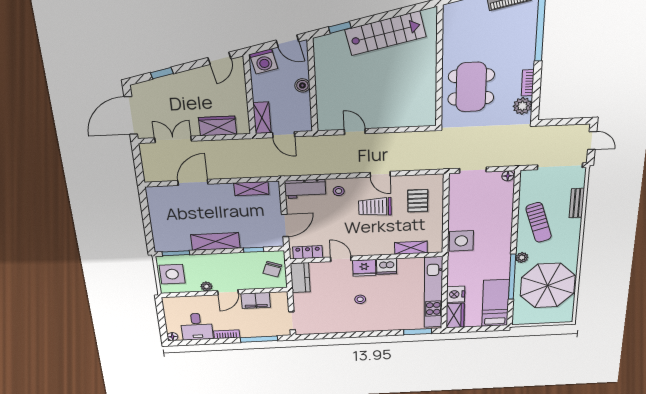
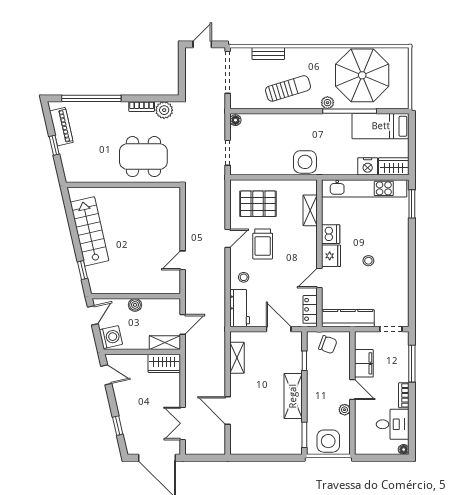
wardrobe: (218, 126) -> (164, 363), moved, turned -90
pallet: (418, 201) -> (258, 204), width x1.50, depth x1.42
kitchen counter: (300, 278) -> (348, 318), width x1.50

